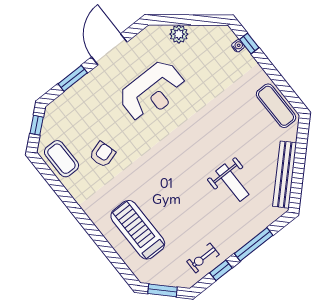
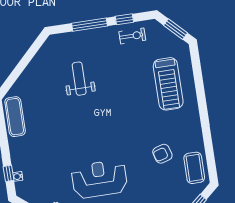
bench: (285, 175) -> (37, 63), removed

